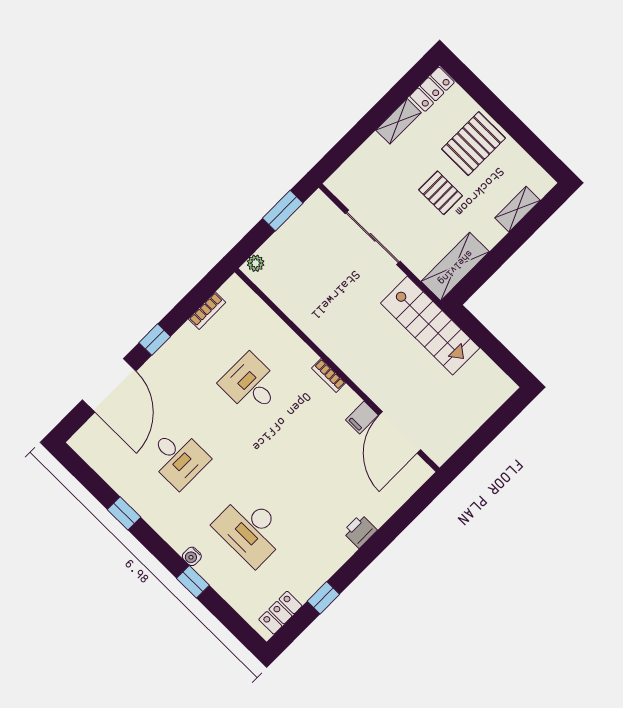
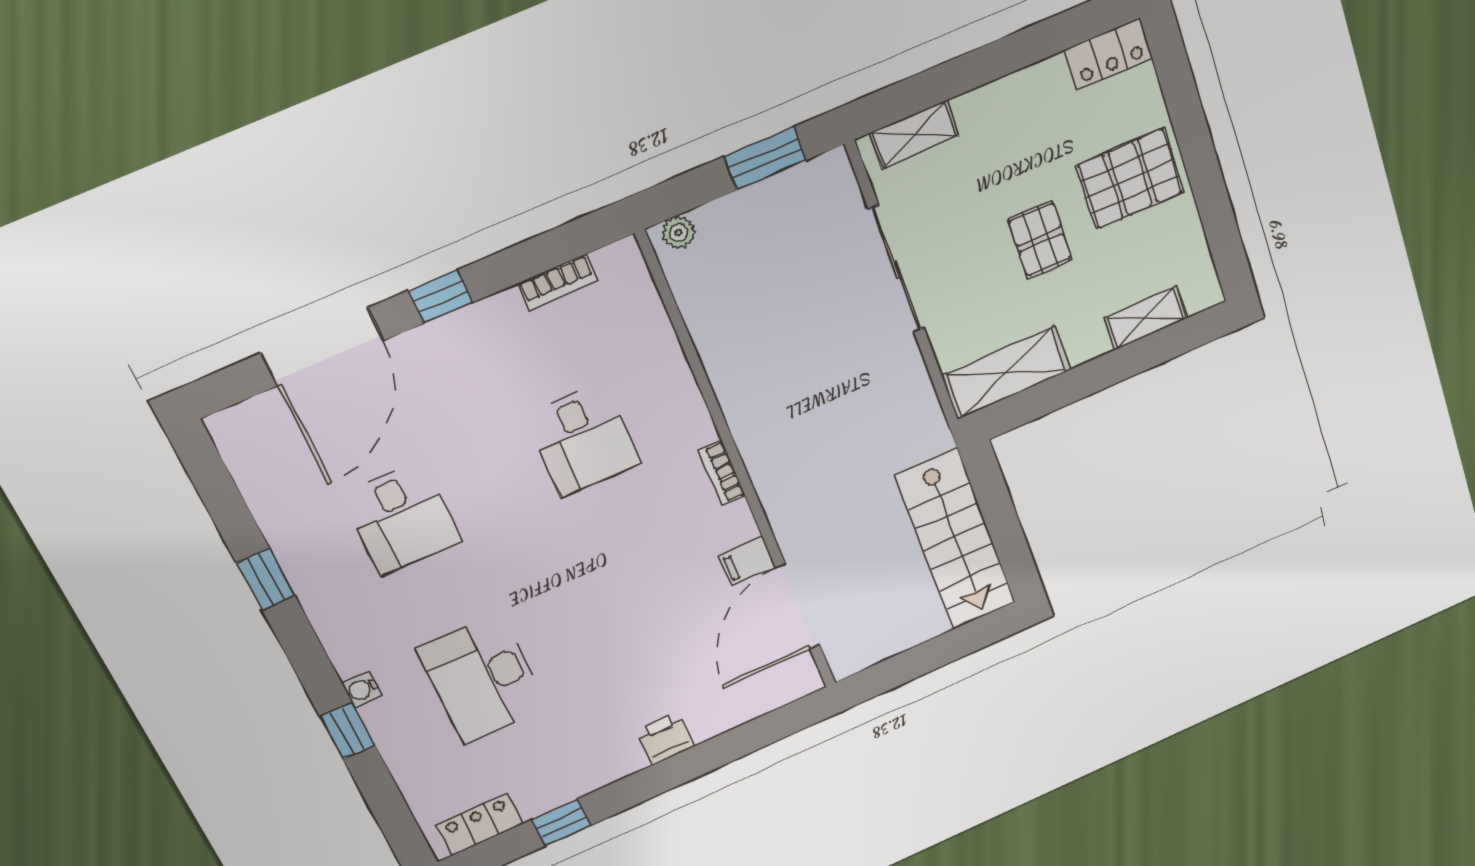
shelving: (399, 121) -> (914, 134), moved
stairs: (430, 325) -> (956, 540), moved
desk: (251, 384) -> (583, 439), turned 180

